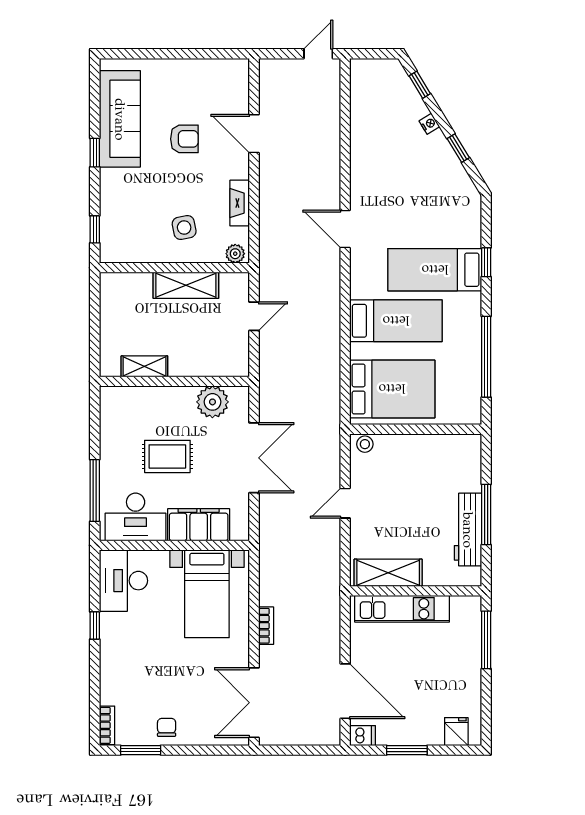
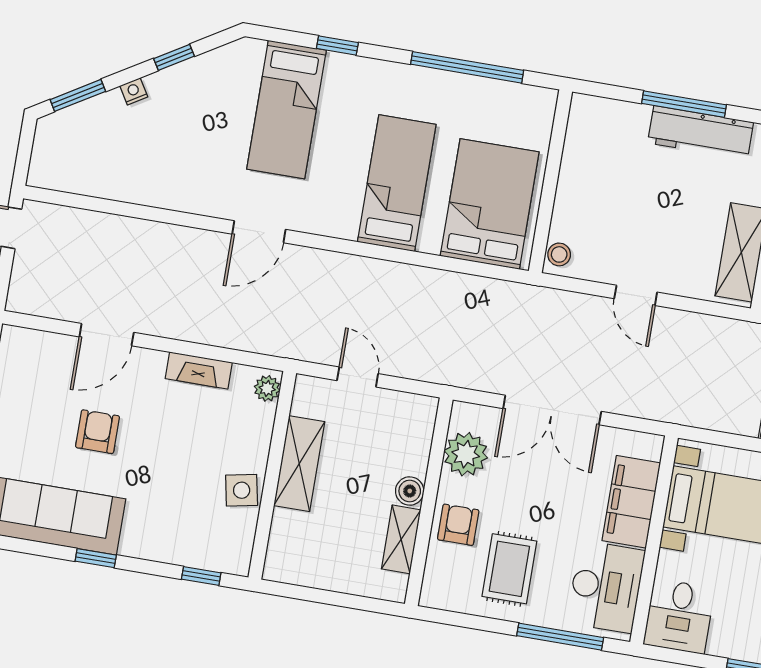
window: (420, 85) -> (78, 95), width x1.50
side table: (184, 228) -> (242, 490), moved
bed: (435, 270) -> (286, 110), moved
boiler: (180, 367) -> (410, 491), added
armchair: (162, 405) -> (458, 525), added
rug: (167, 456) -> (509, 569), moved
double door: (254, 458) -> (552, 410), swing flipped
desk: (123, 581) -> (679, 616), width x0.73

